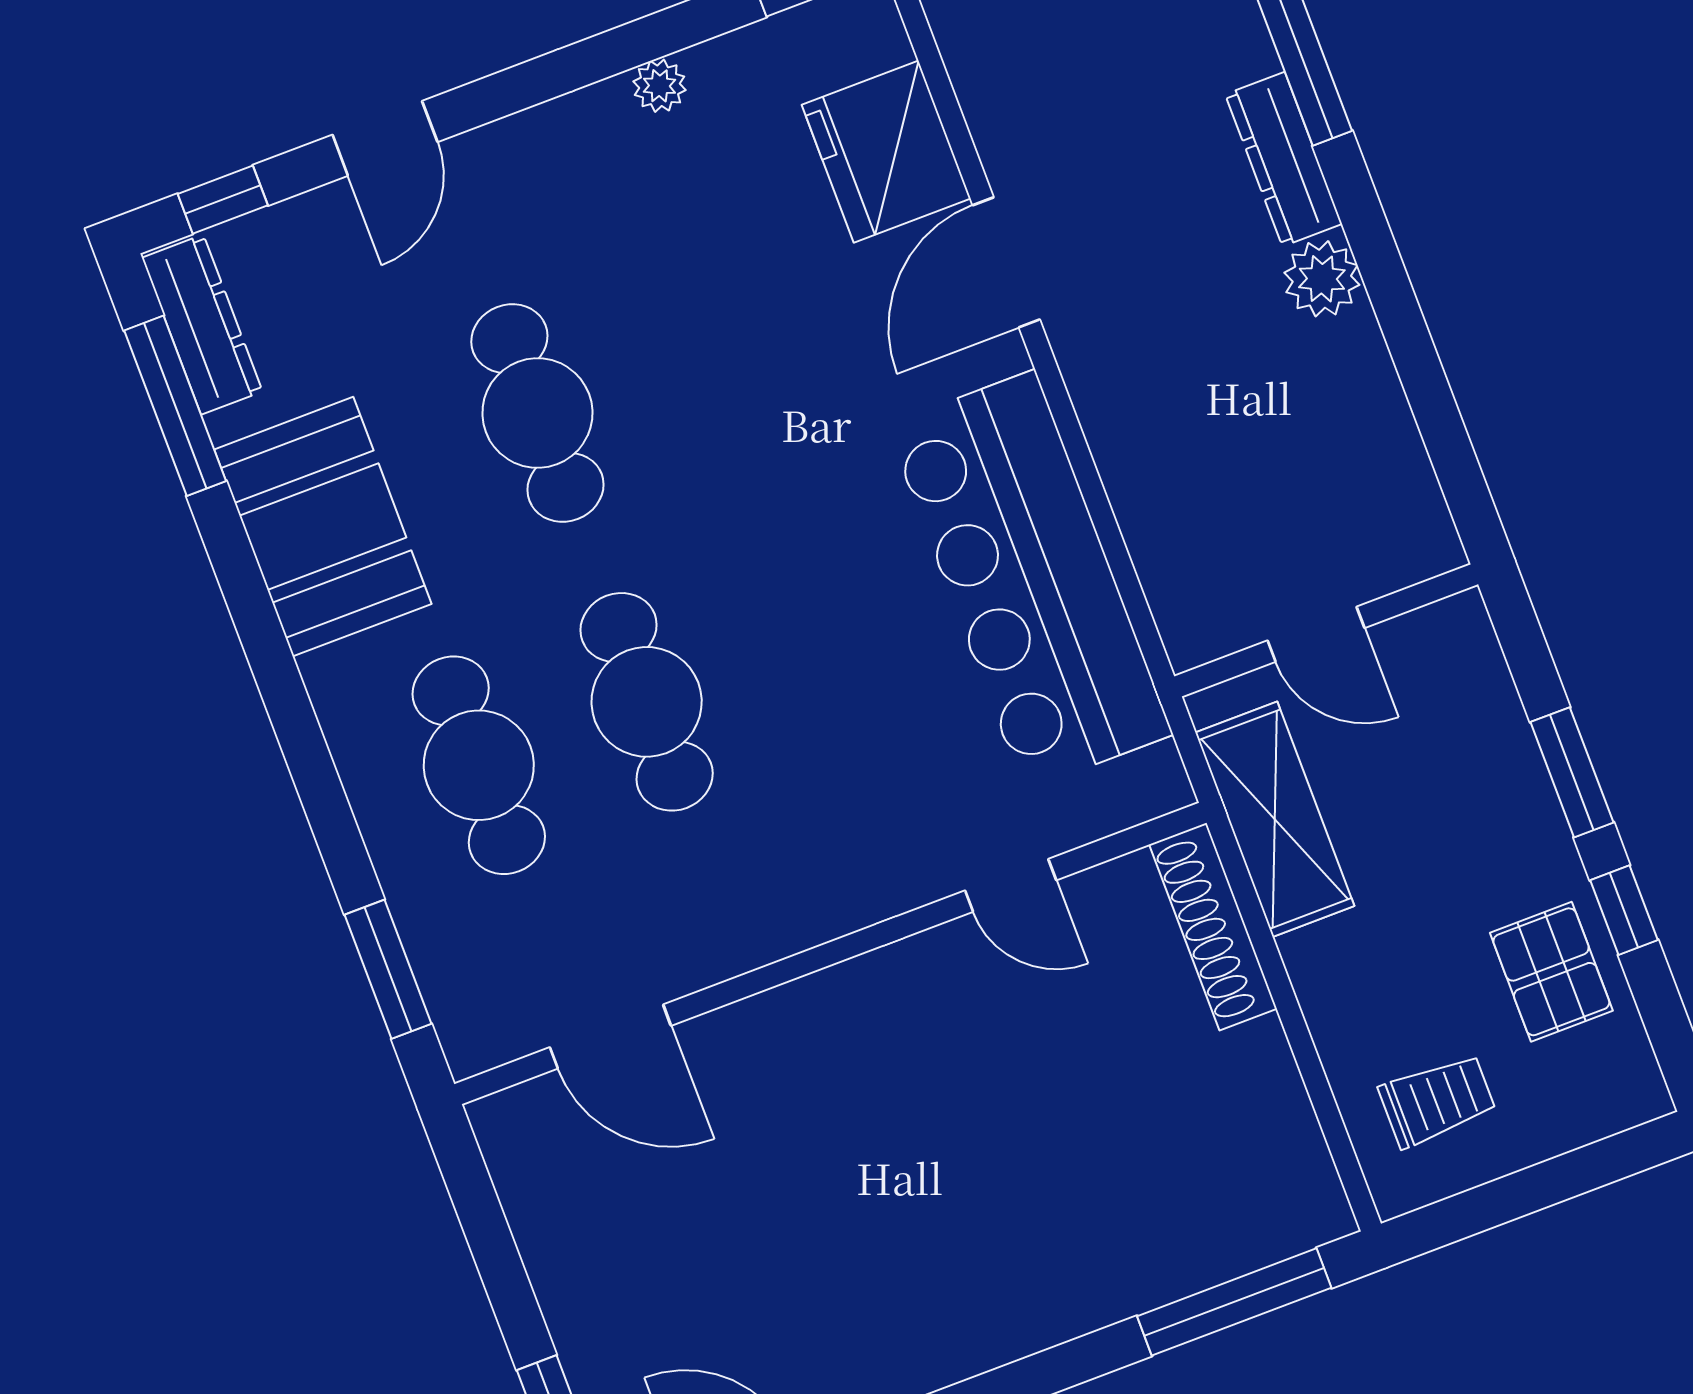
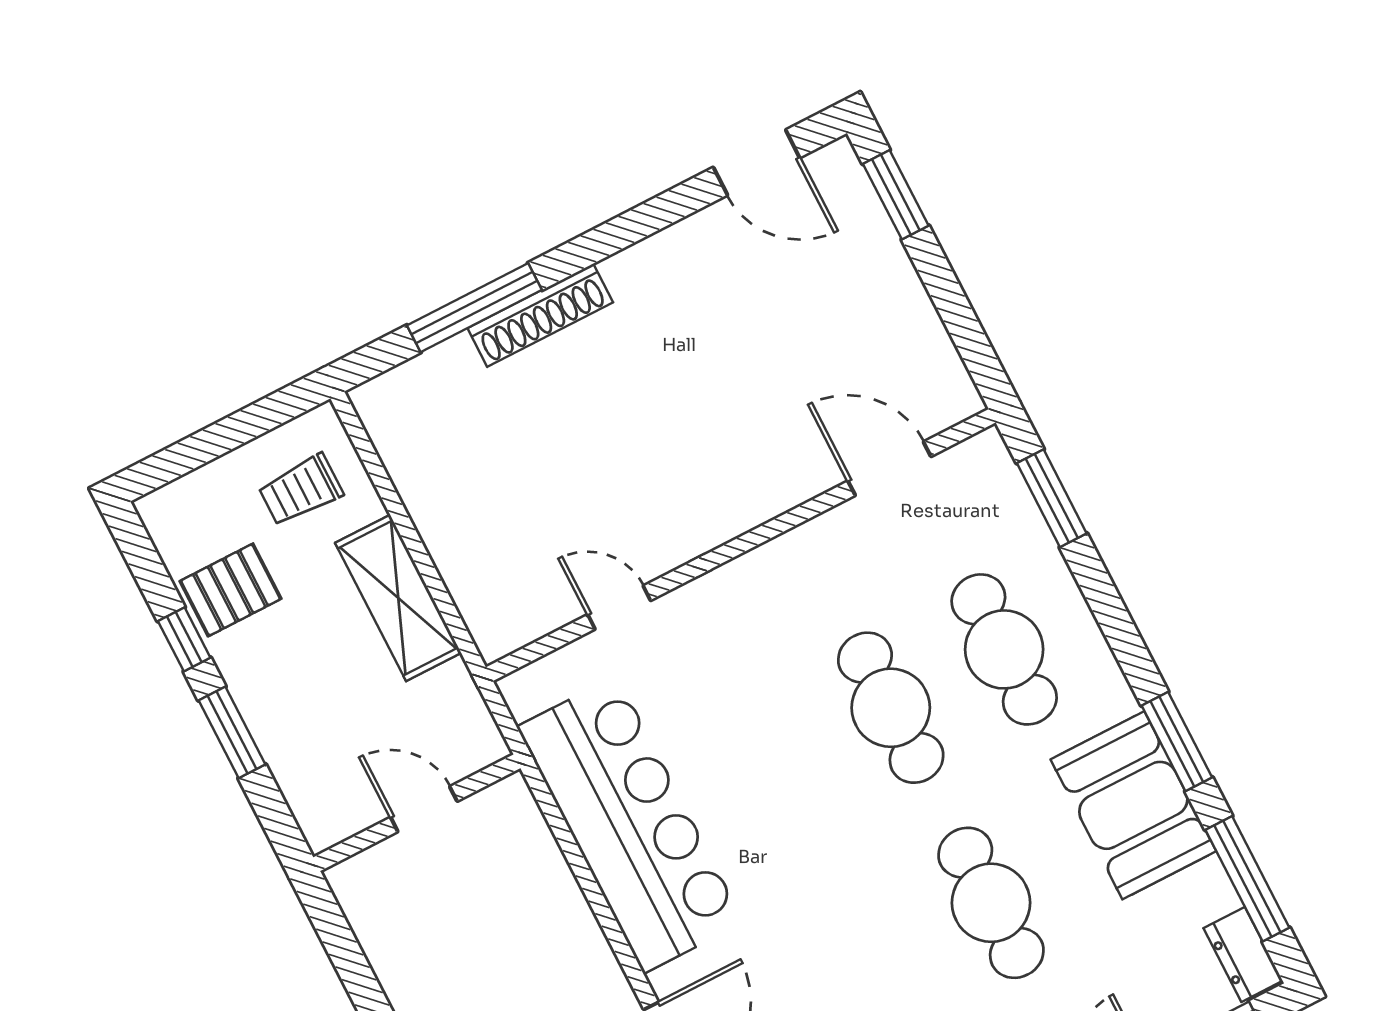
dresser: (202, 325) -> (1243, 954), width x0.70
window: (252, 609) -> (1177, 742), added
shelving: (1275, 819) -> (398, 598), moved
shoe rack: (1213, 927) -> (540, 315), moved, turned 90
pallet: (1551, 972) -> (231, 590), turned 90
window: (1234, 1302) -> (474, 308), moved

